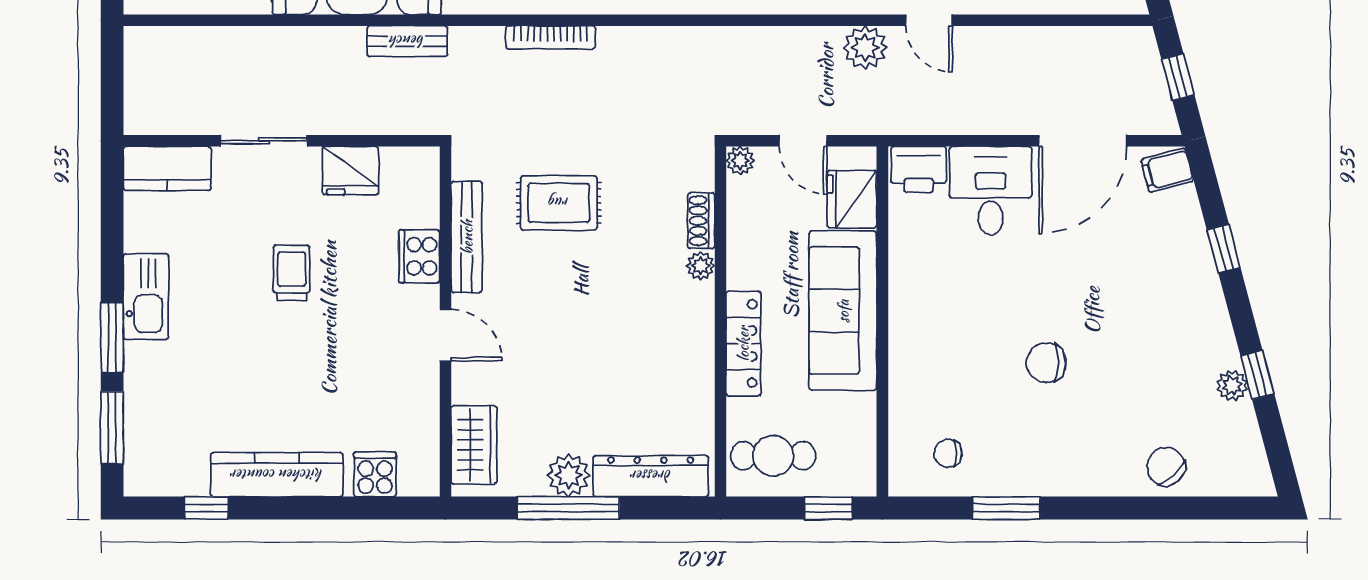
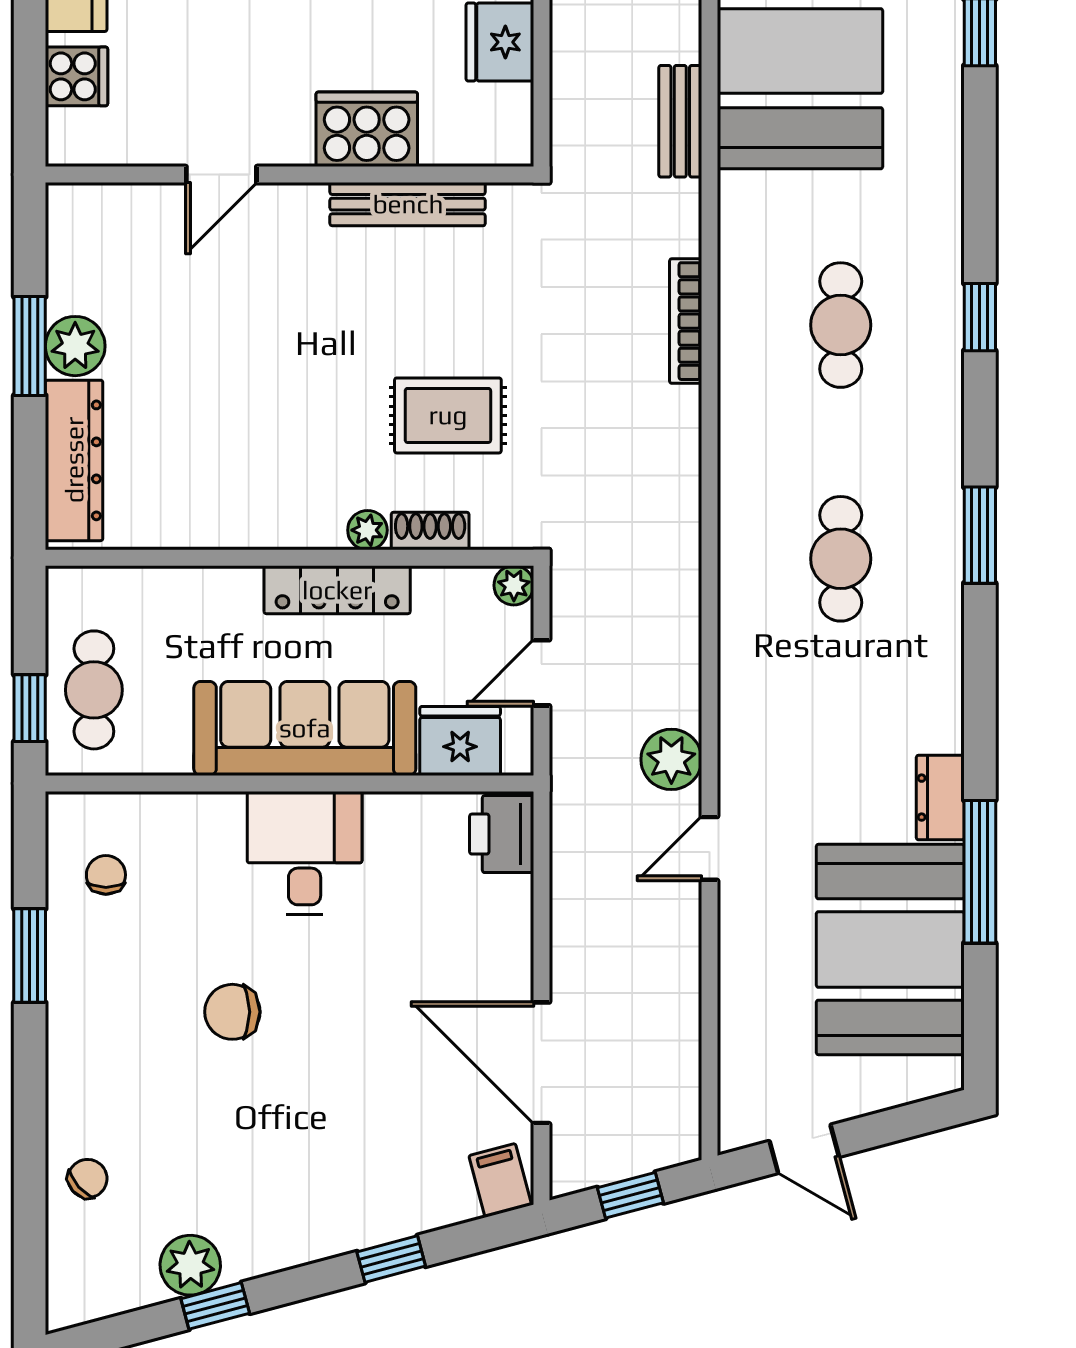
desk: (991, 191) -> (305, 853), moved, turned -90
rug: (559, 203) -> (448, 415), moved, turned 90
cooker: (419, 256) -> (367, 129), width x1.37, depth x1.31
door: (445, 335) -> (221, 175), moved
locker: (743, 344) -> (337, 590), moved
chair: (1046, 363) -> (232, 1012), turned -90
plant: (1232, 386) -> (190, 1265), width x1.38, depth x1.38
wardrobe: (474, 445) -> (118, 214), removed
cafe table: (773, 456) -> (94, 690), moved
chair: (1166, 466) -> (88, 1179), width x0.73, depth x0.73
window: (568, 508) -> (30, 346), width x0.69

